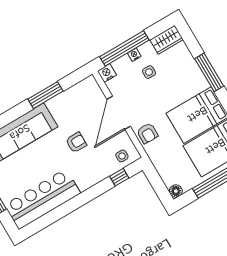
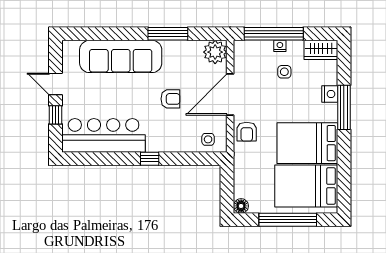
nightstand: (107, 73) -> (330, 94), moved, turned 90
plant: (89, 88) -> (215, 52), added
window: (119, 177) -> (150, 159), moved

